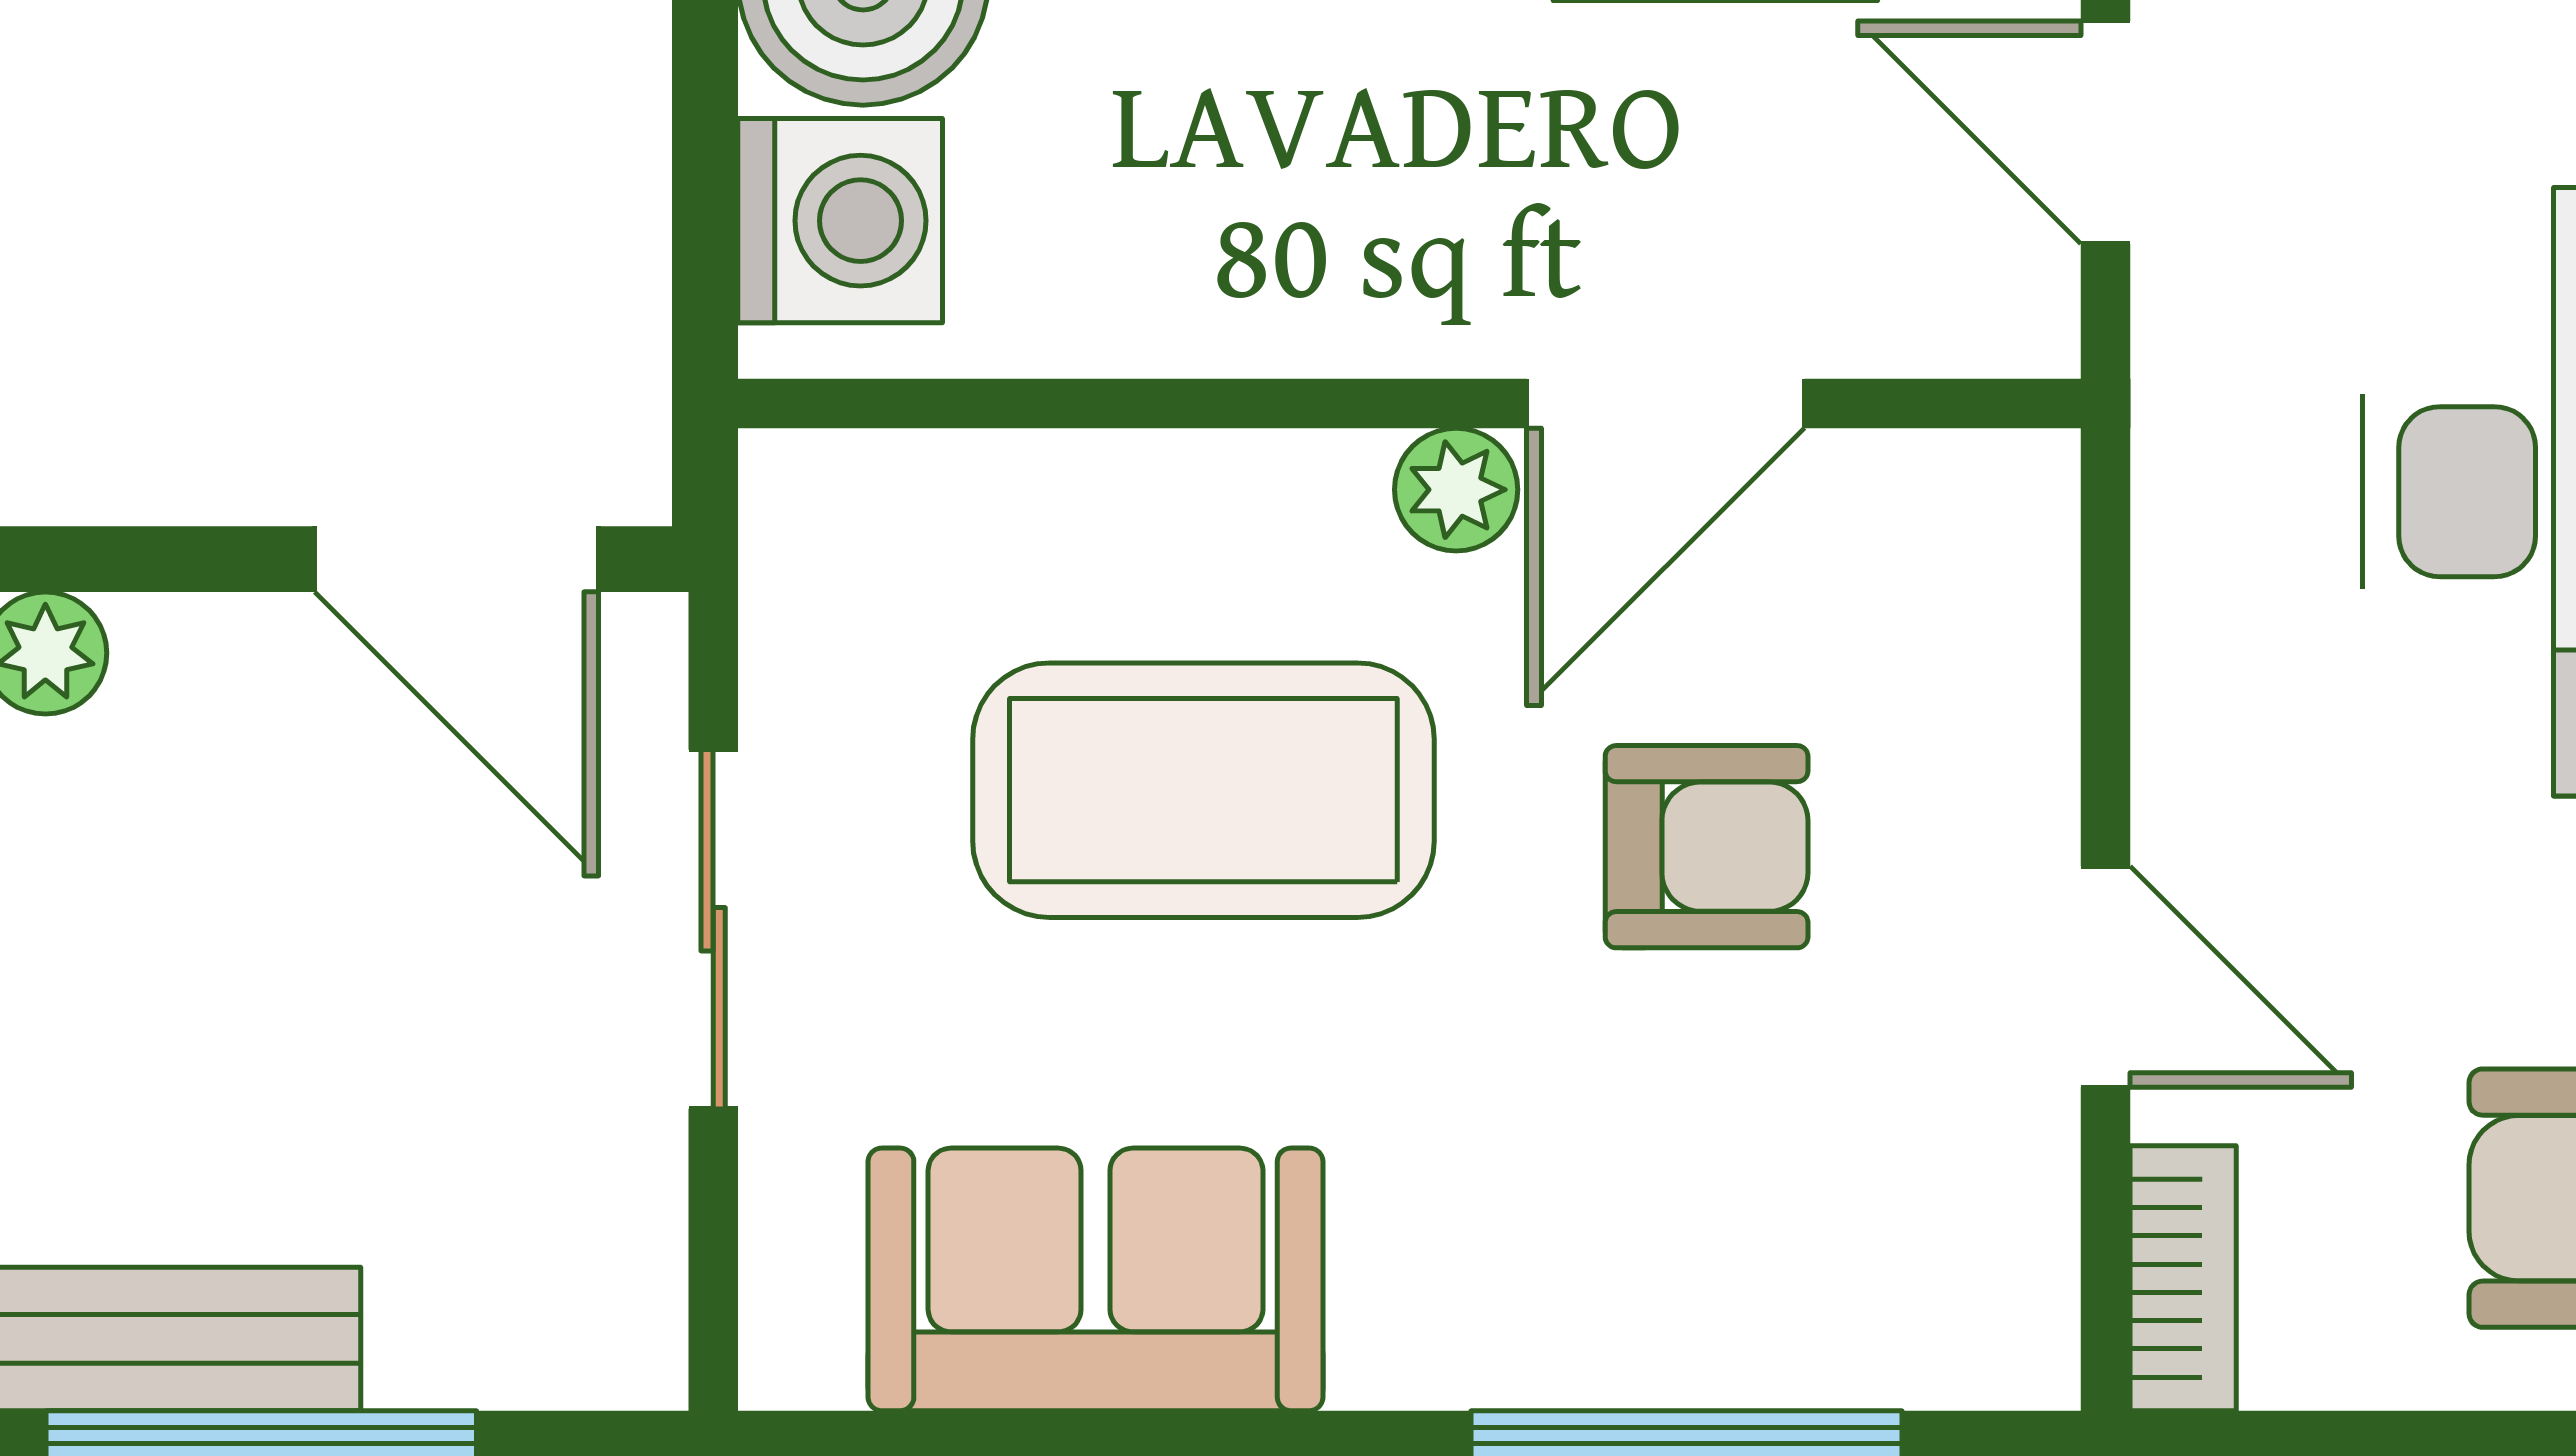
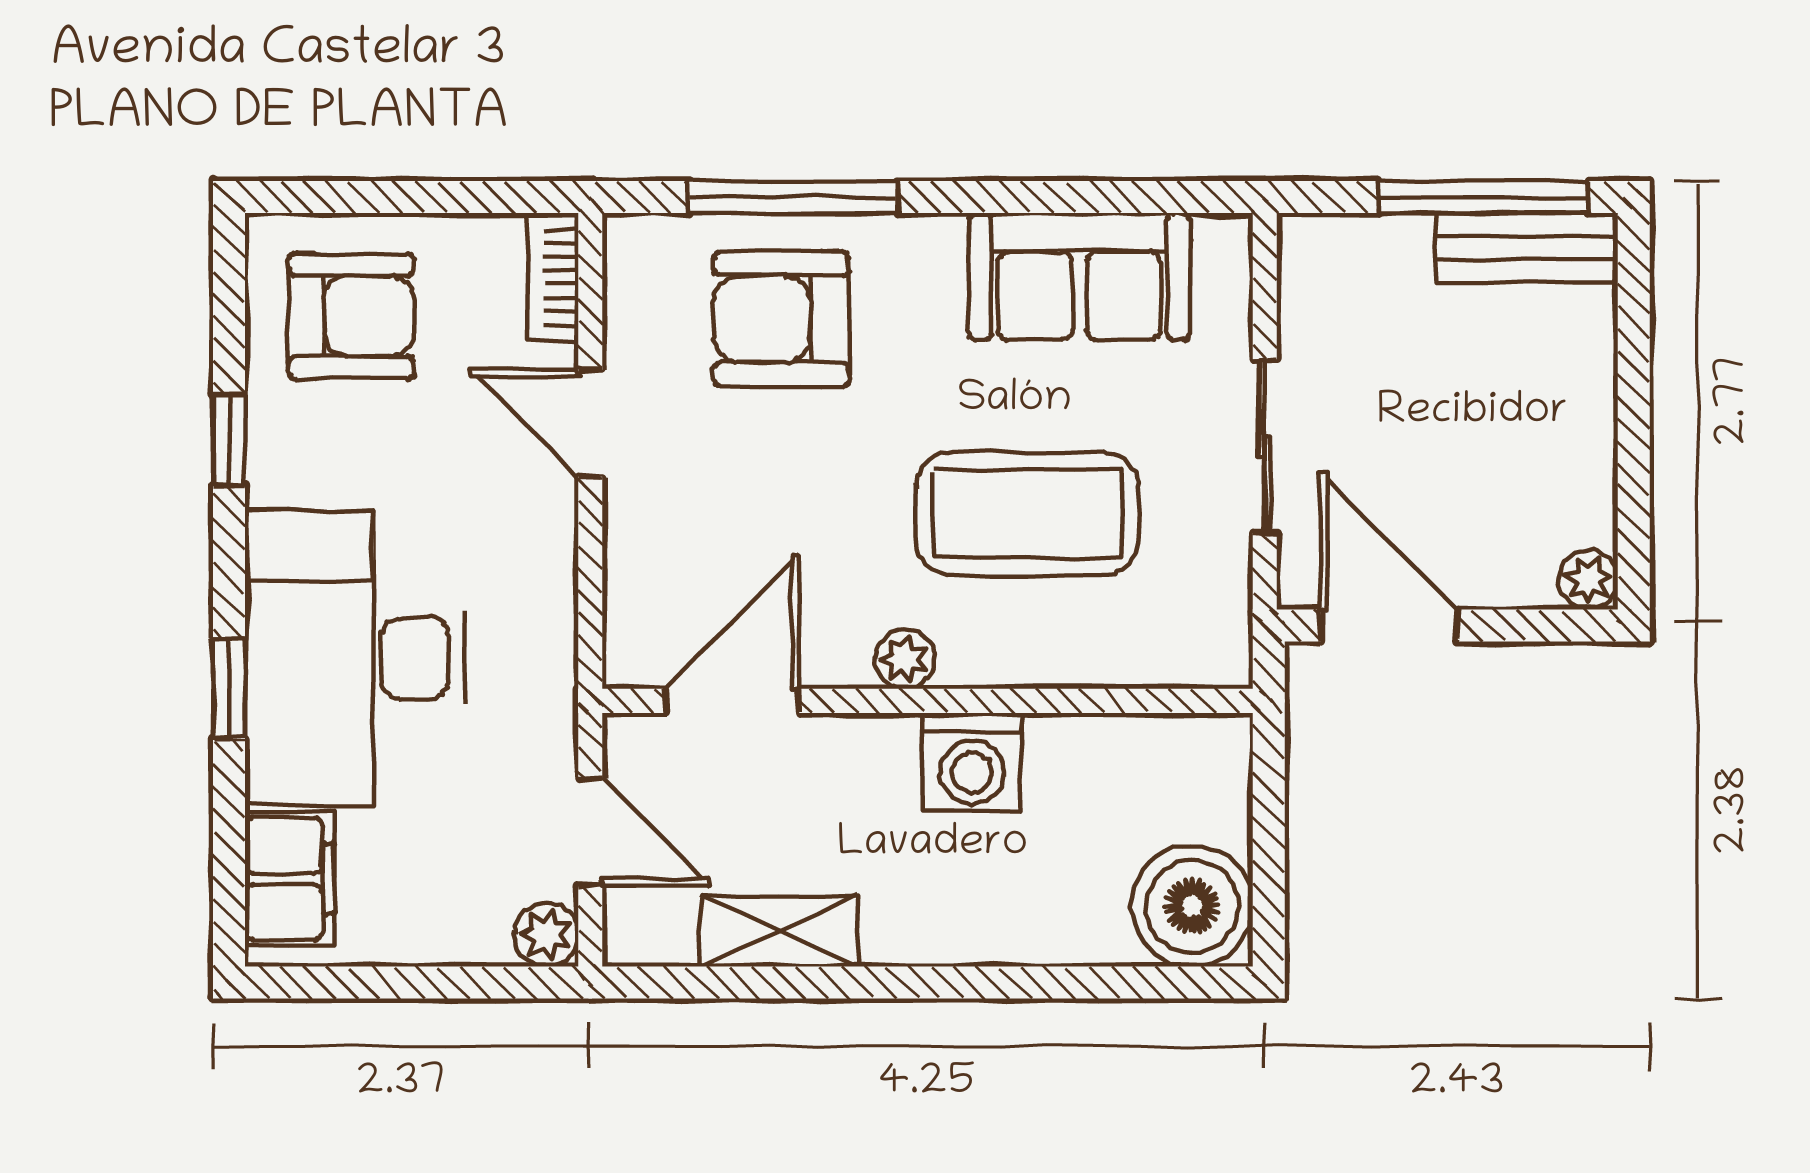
washing machine: (840, 221) -> (972, 762), moved, turned -90
door: (1665, 403) -> (732, 701), moved
armchair: (1707, 847) -> (781, 319), moved, width x1.38, depth x1.38

